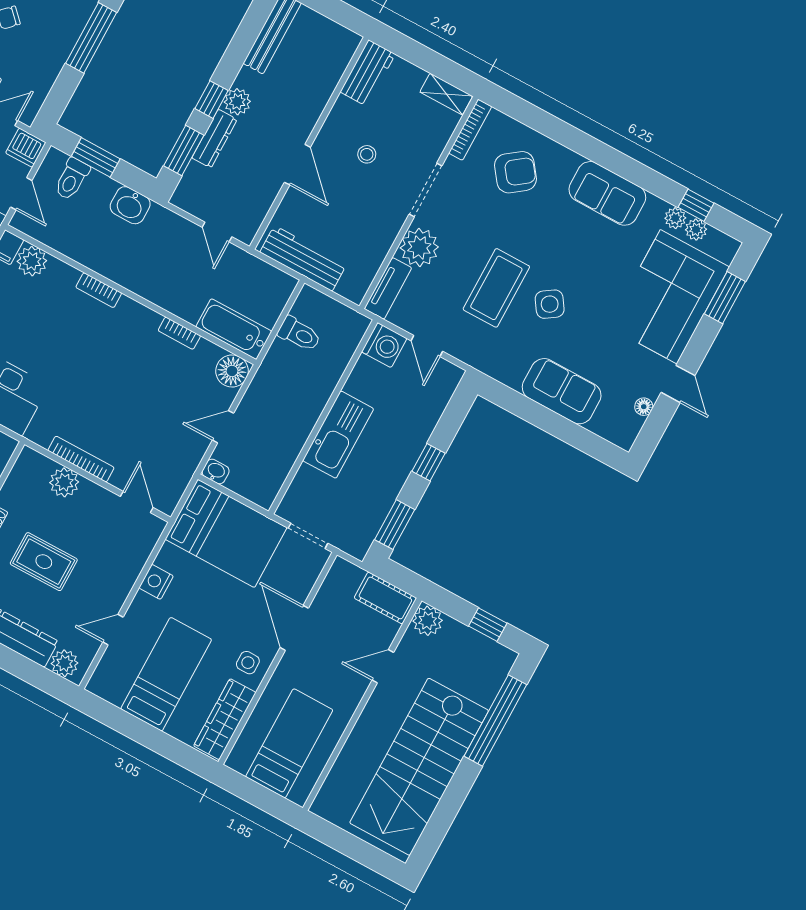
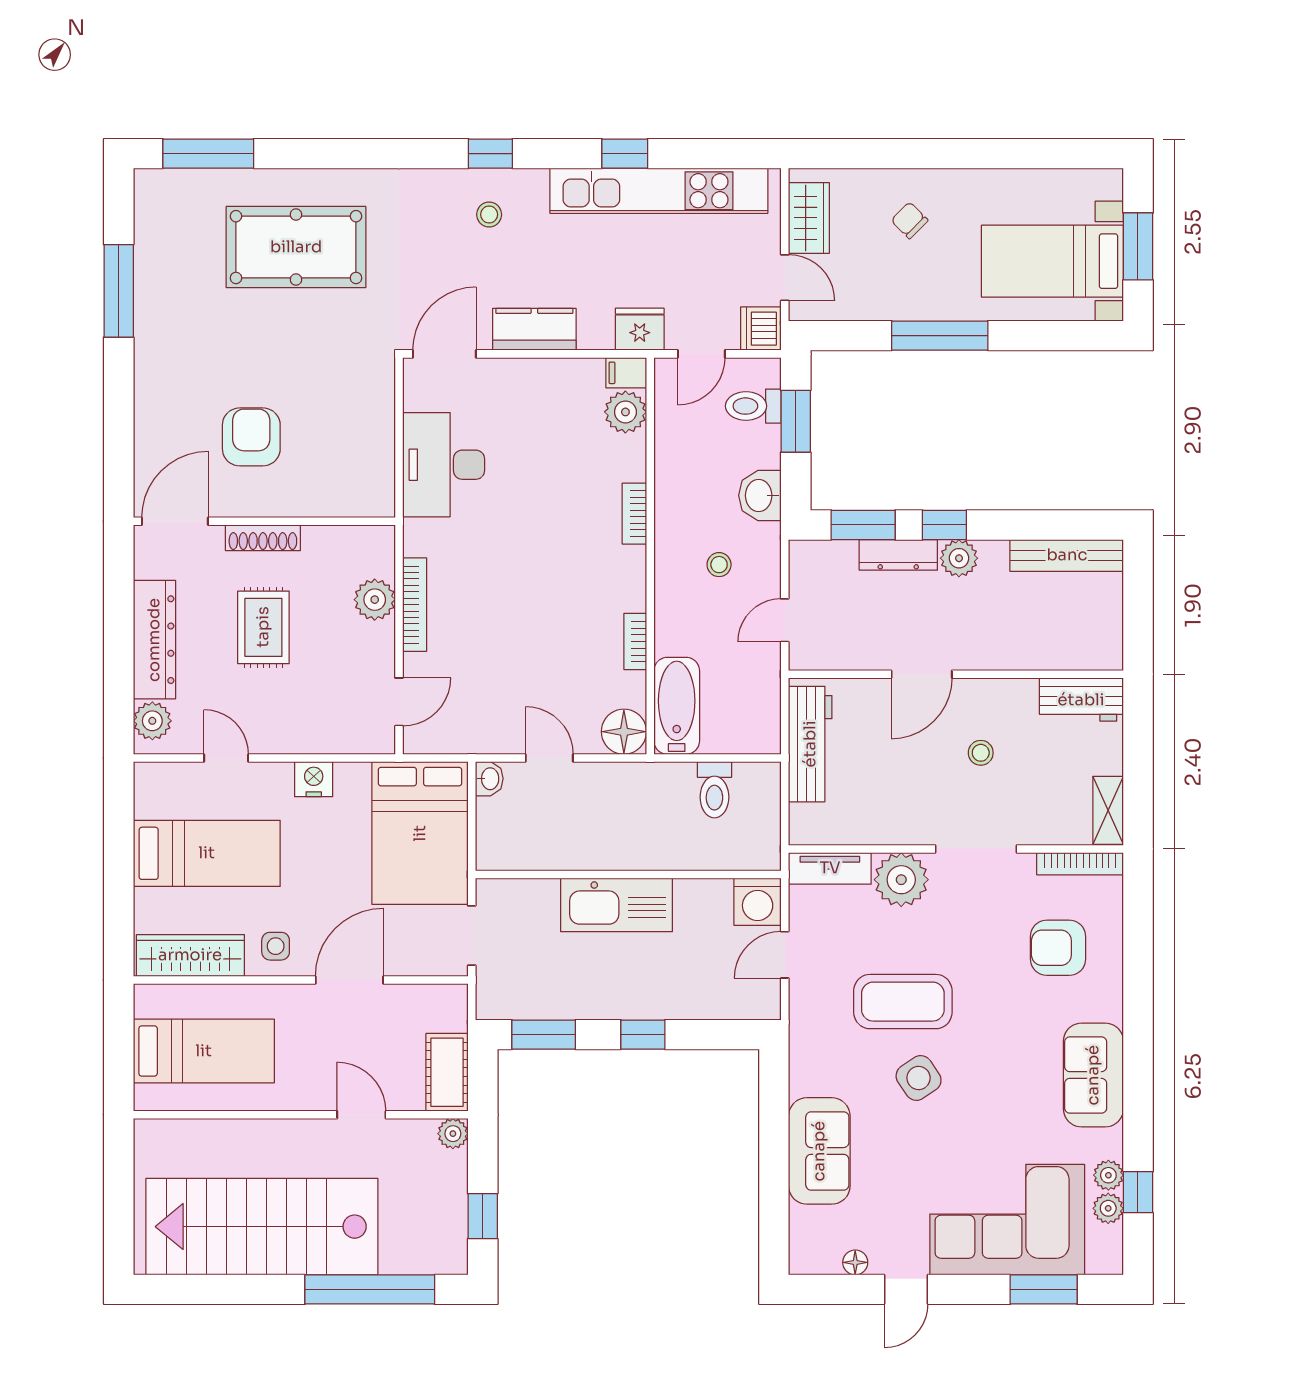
armchair: (515, 172) -> (1058, 948), turned 127
stool: (160, 254) -> (719, 565), added
plant: (428, 621) -> (453, 1134), width x0.73, depth x0.73

